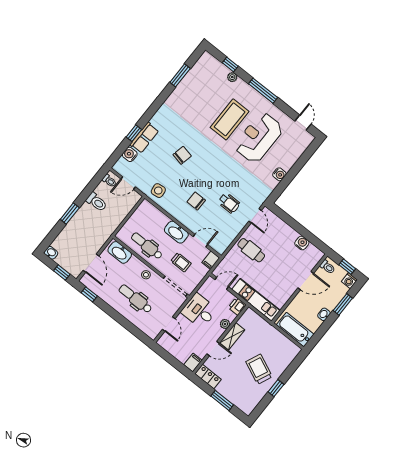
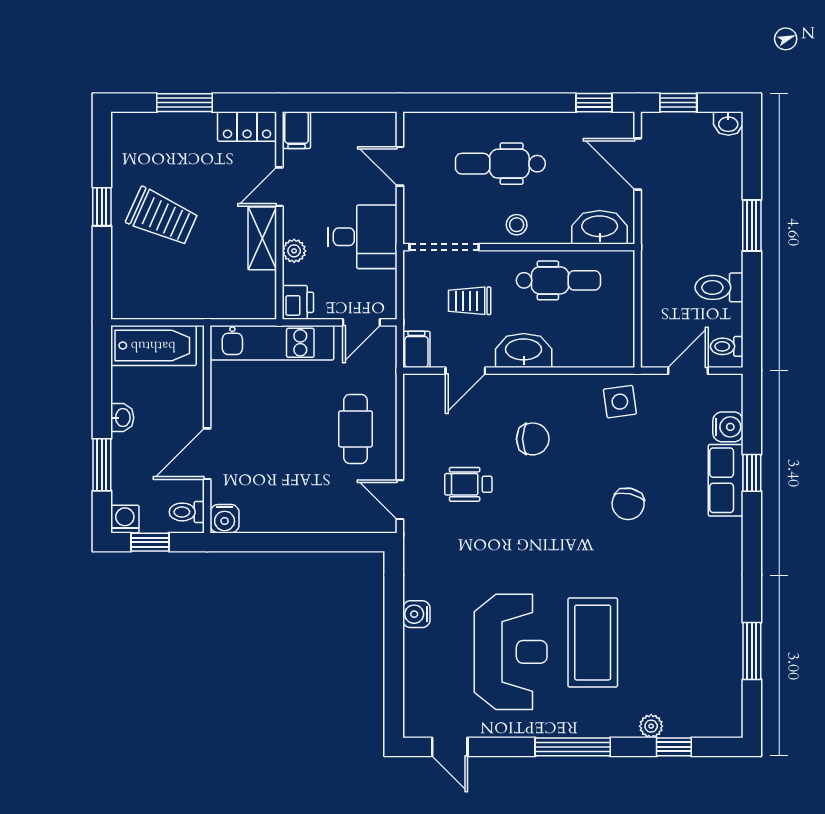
water cooler: (302, 243) -> (225, 519), moved
cafe table: (251, 250) -> (355, 429), turned 90
dental chair: (135, 299) -> (500, 164), turned 180

